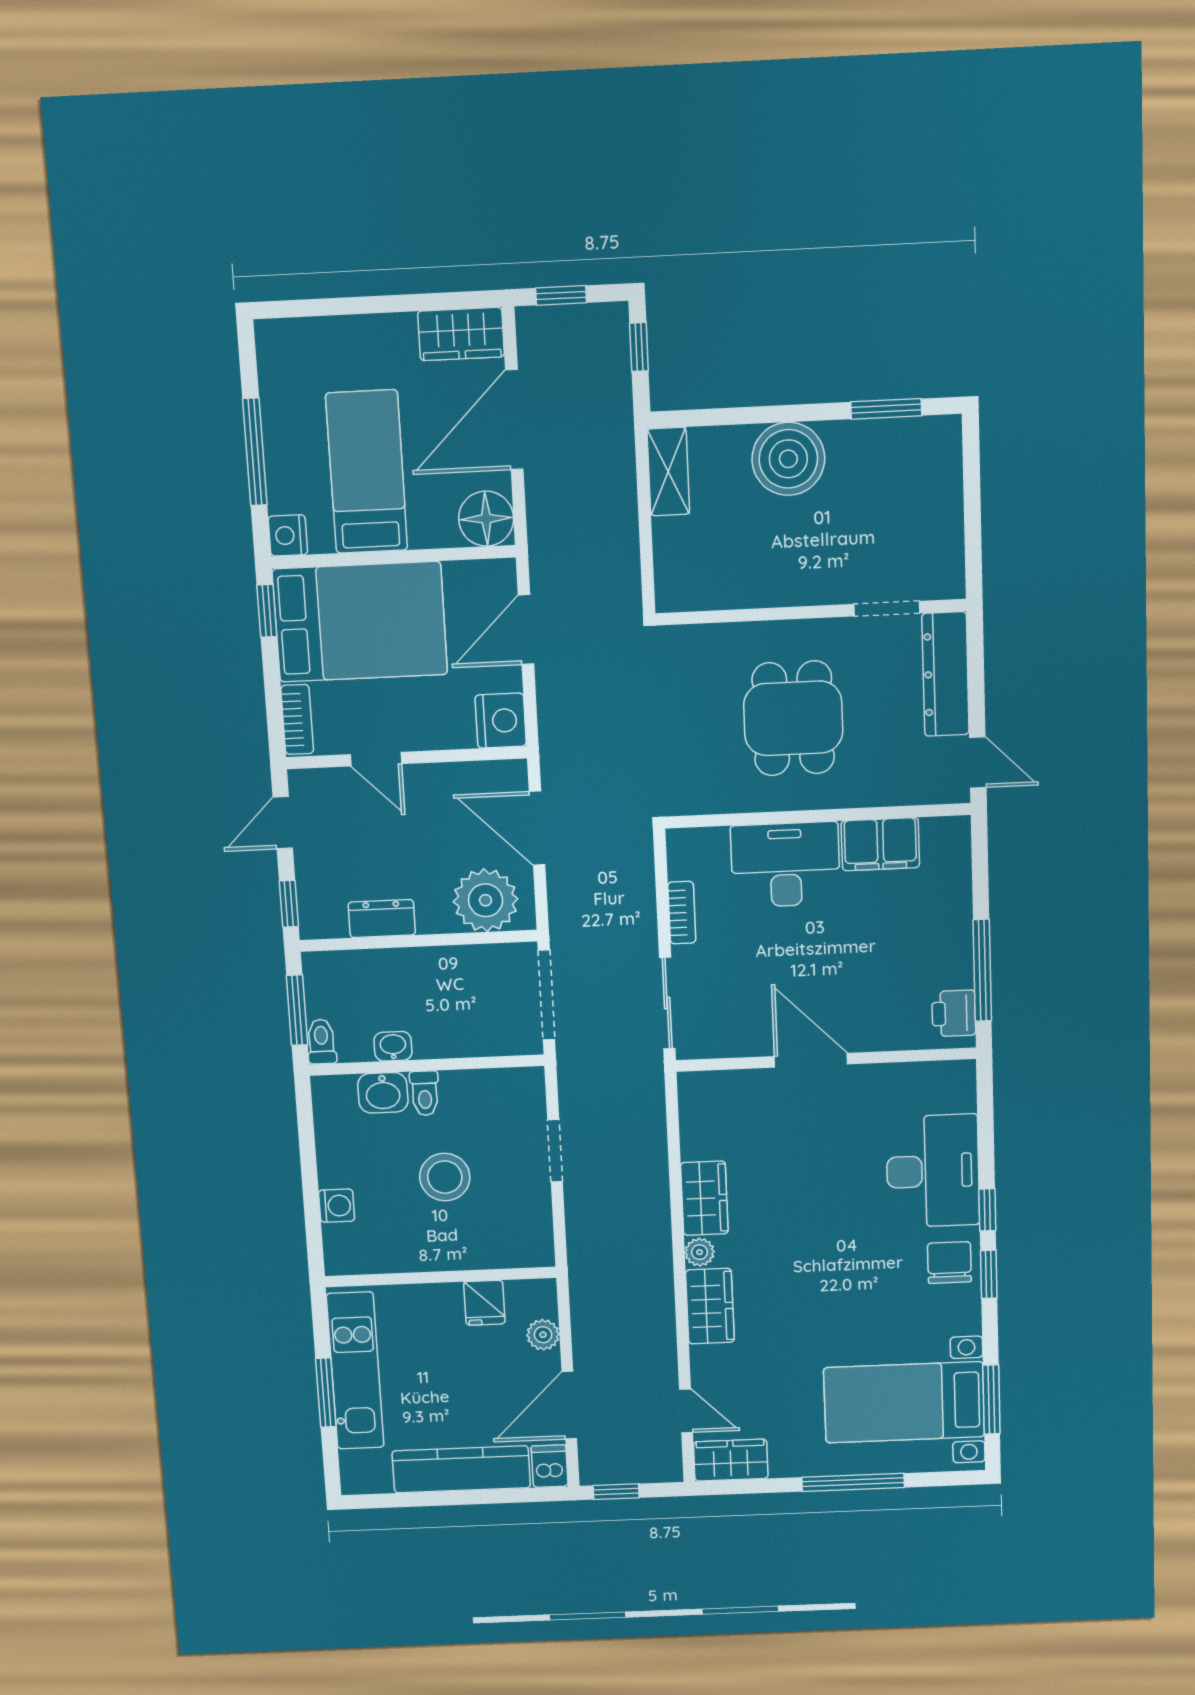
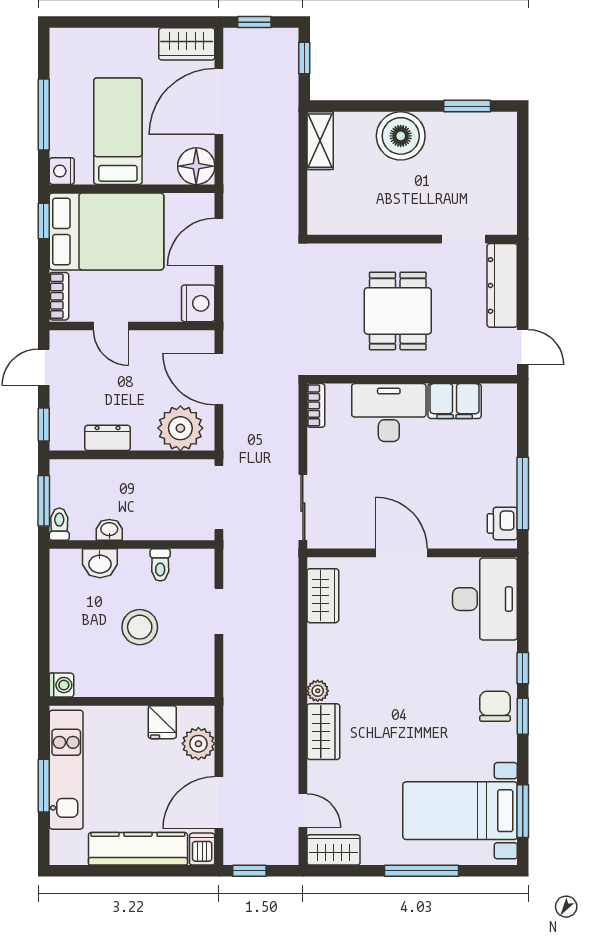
bookcase: (682, 913) -> (316, 405), moved
toilet: (425, 1093) -> (160, 565), moved
desk: (933, 1171) -> (485, 599), moved
wardrobe: (704, 1198) -> (323, 596), moved
washing machine: (337, 1206) -> (61, 685), moved
plant: (543, 1335) -> (198, 744), width x1.38, depth x1.38

